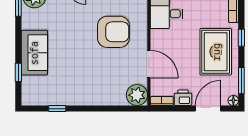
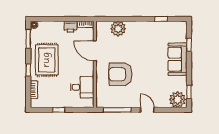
plant: (137, 95) -> (118, 29), moved
door: (208, 109) -> (52, 19), removed

